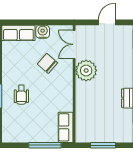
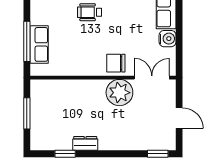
chair: (48, 63) -> (116, 63), moved, turned -131
row of seats: (66, 127) -> (39, 44), moved, turned 90

